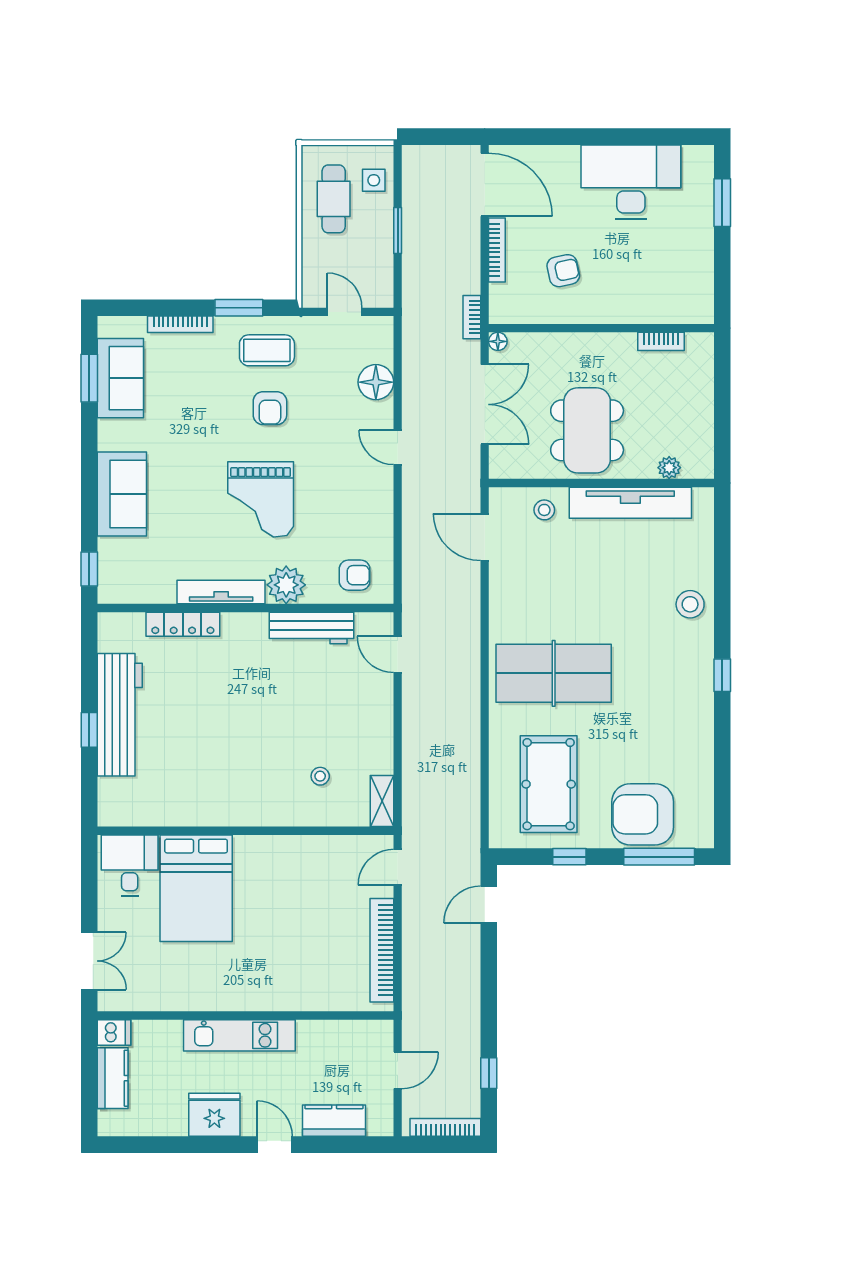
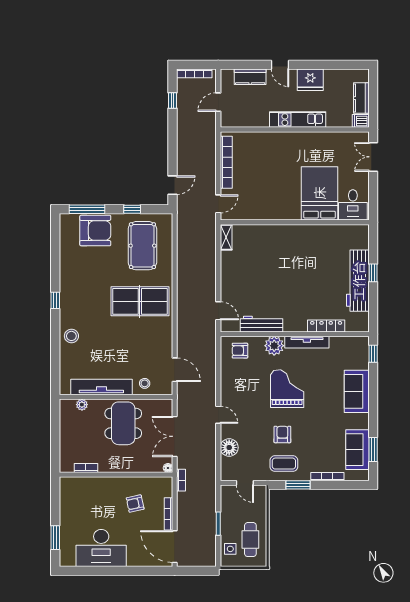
stool: (320, 776) -> (257, 250), removed

